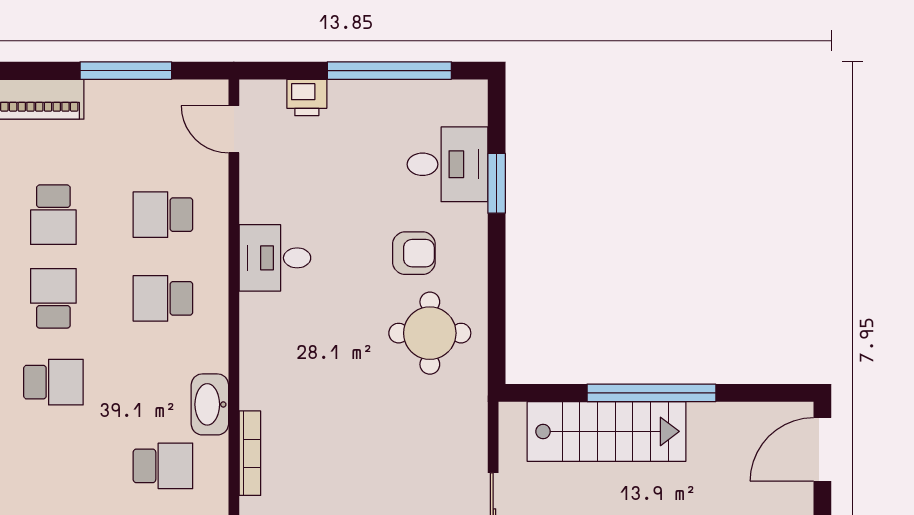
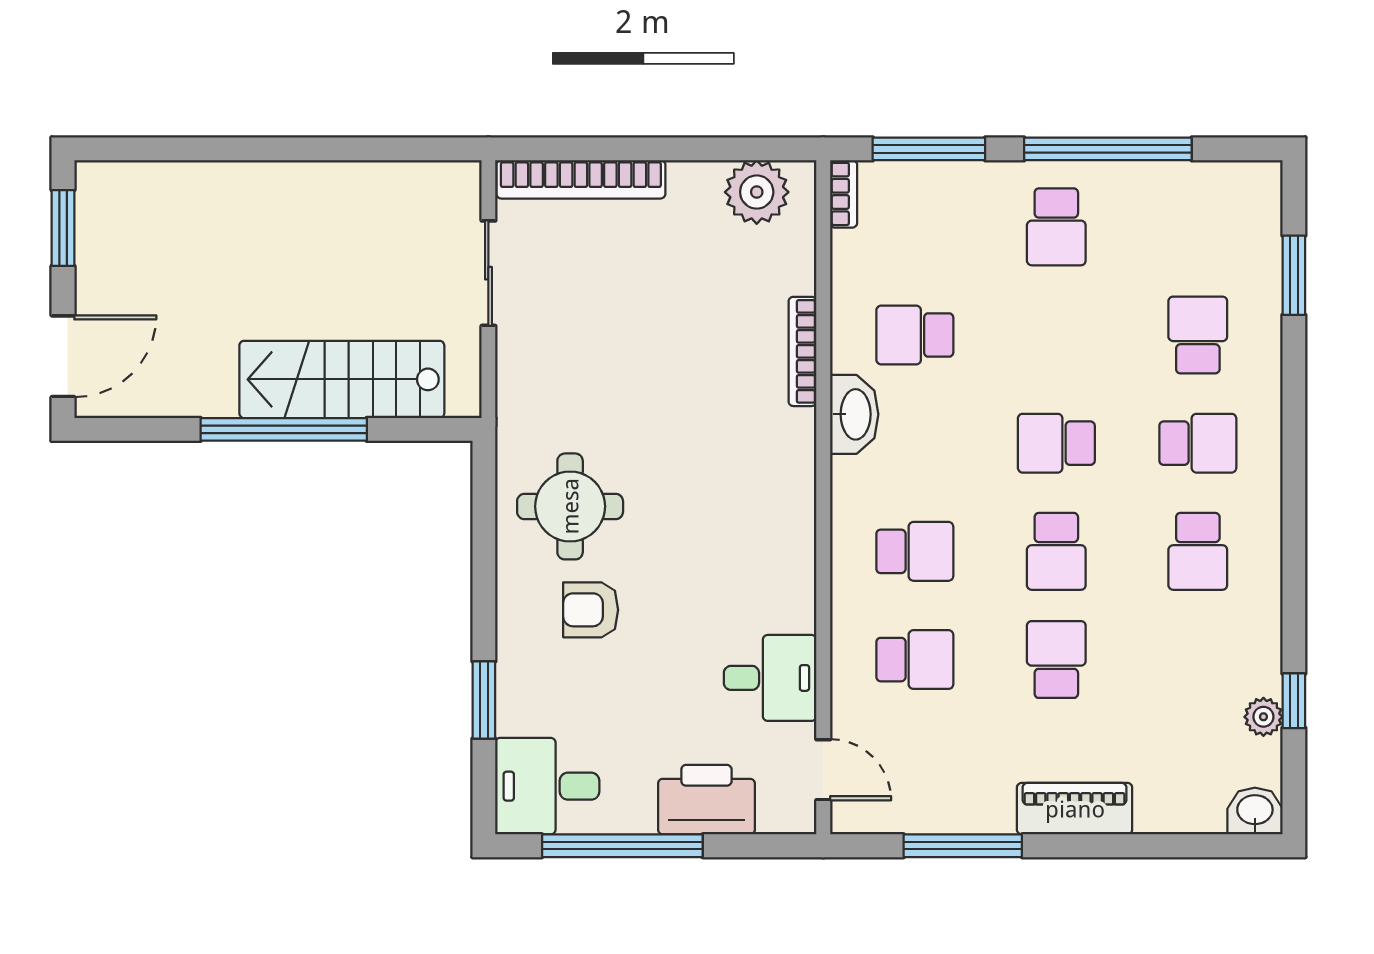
printer: (307, 97) -> (706, 800), width x1.87, depth x1.48
desk: (447, 164) -> (547, 786), moved
desk: (275, 258) -> (770, 678), moved

